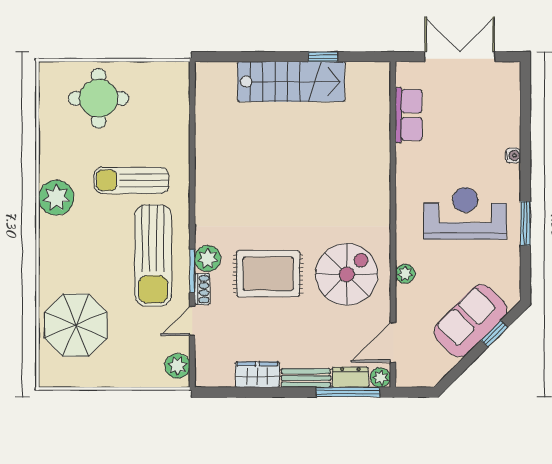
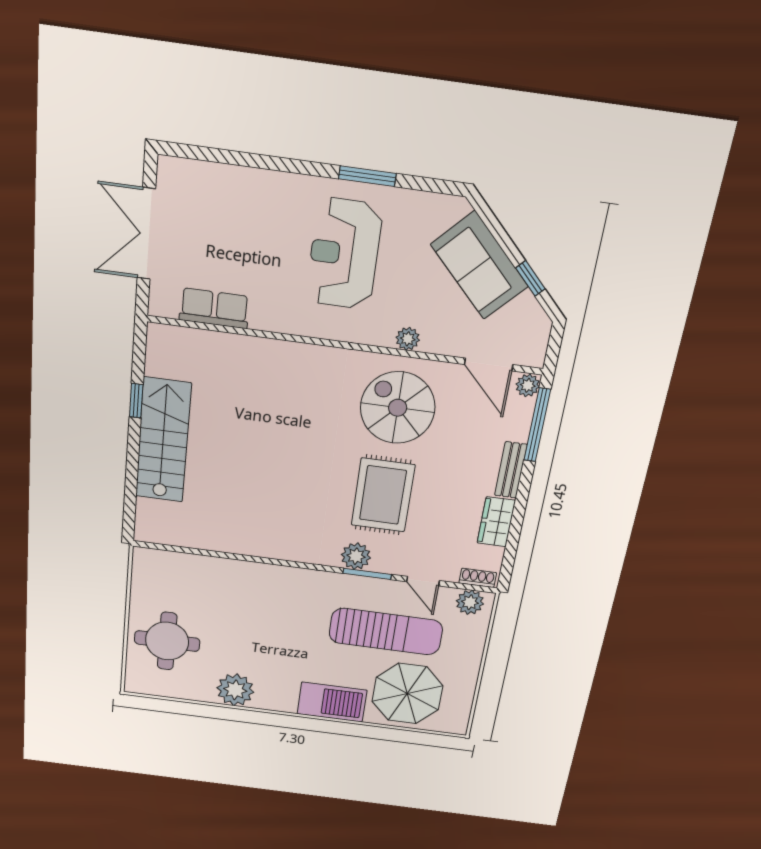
water cooler: (513, 155) -> (278, 181), removed
sun lounger: (131, 180) -> (259, 621), removed
plant: (56, 198) -> (235, 690), moved
sun lounger: (153, 255) -> (386, 632), moved
barbecue: (56, 257) -> (332, 702), added
shoe rack: (202, 289) -> (478, 578), moved
window: (494, 334) -> (530, 278), moved
dresser: (350, 377) -> (520, 420), removed

